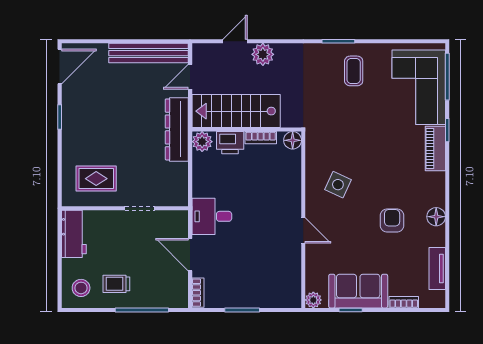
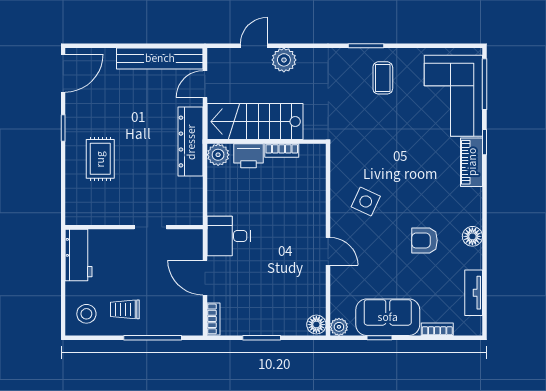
floor lamp: (293, 140) -> (316, 325), moved
rug: (96, 179) -> (100, 159), moved, turned 90
armchair: (392, 221) -> (425, 241), turned -90

